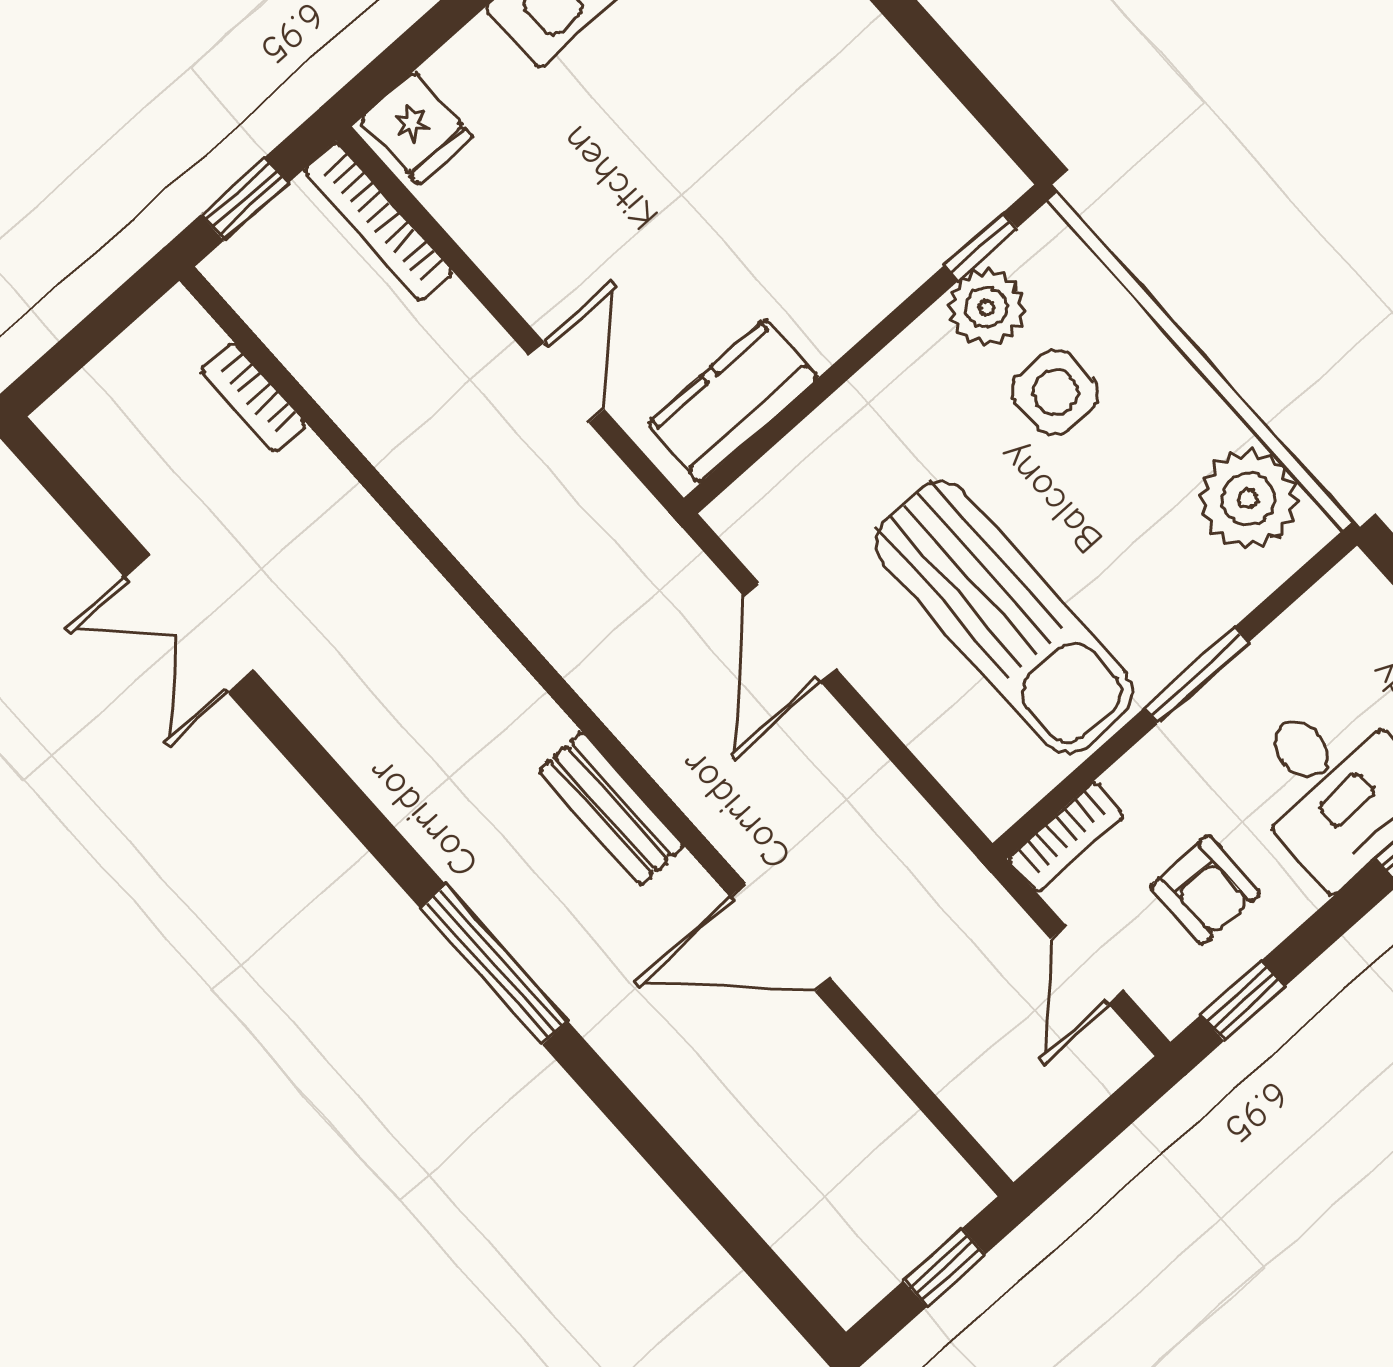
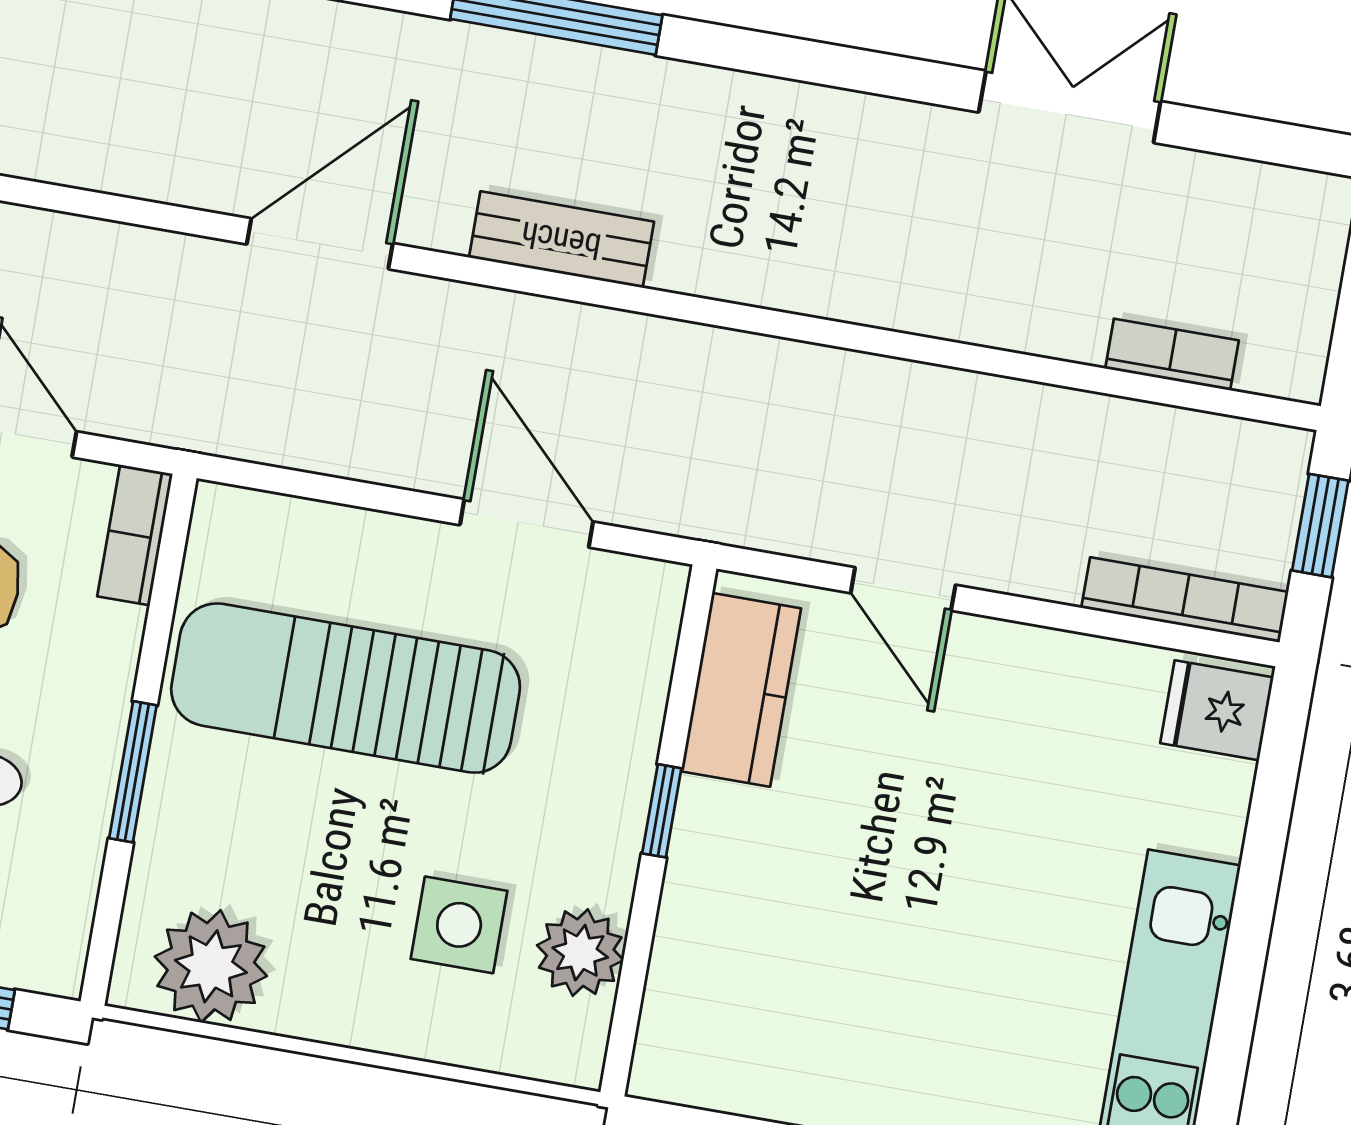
window: (980, 247) -> (662, 811), moved

